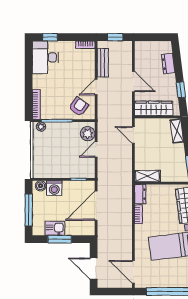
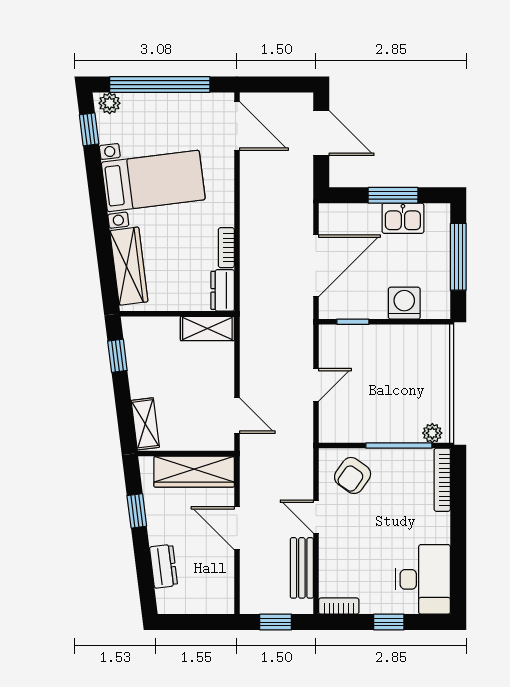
window: (50, 37) -> (389, 622), moved
door: (96, 87) -> (316, 517), swing flipped
plant: (88, 134) -> (334, 418), removed
boiler: (41, 186) -> (433, 308), removed

